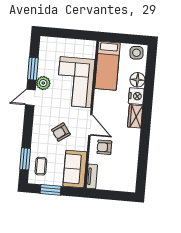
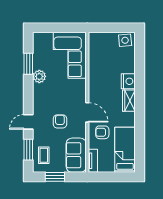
bed: (107, 66) -> (125, 150), moved, turned 180
floor lamp: (137, 80) -> (128, 66), removed
corner sofa: (76, 82) -> (70, 55), moved
door: (30, 97) -> (28, 122), moved
armchair: (61, 132) -> (60, 121), turned 125

